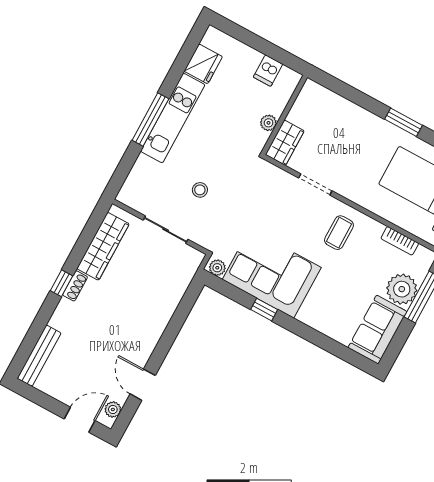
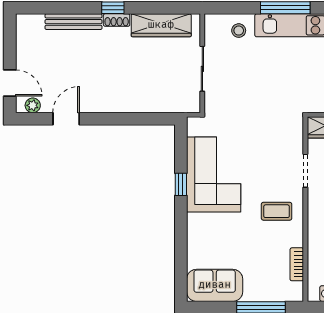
stool: (200, 190) -> (239, 31), moved
plant: (217, 268) -> (194, 128), removed
plant: (402, 289) -> (258, 287), removed
bench: (39, 356) -> (74, 22), moved

